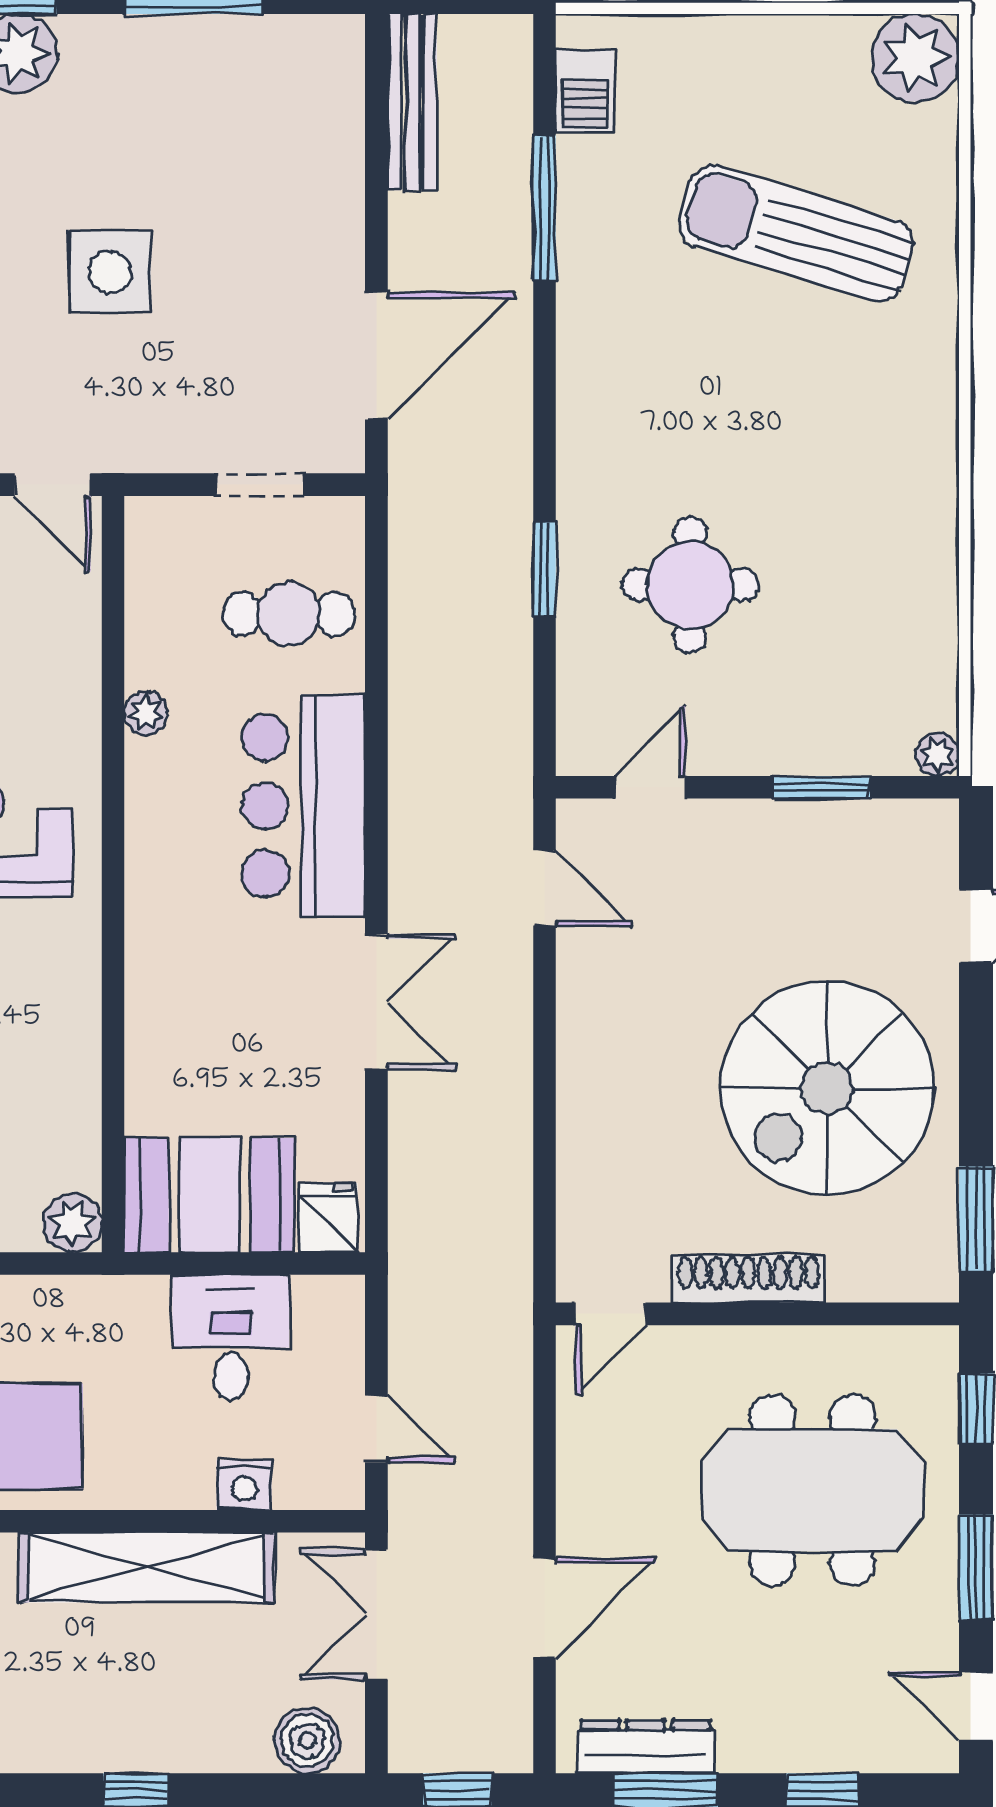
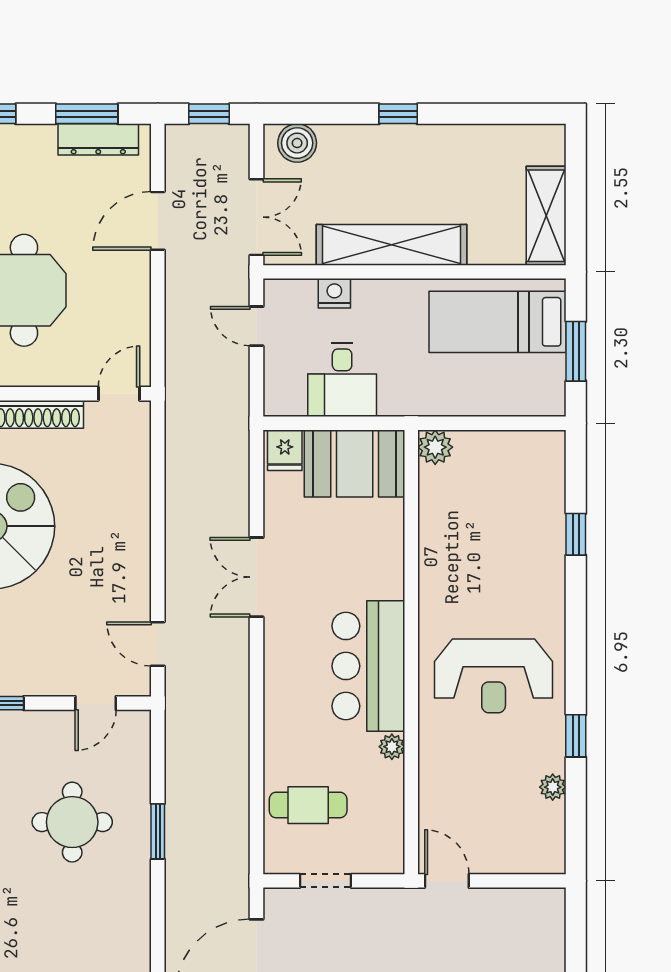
bar counter: (303, 806) -> (368, 666), moved, turned 180

